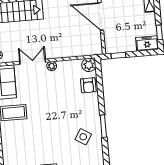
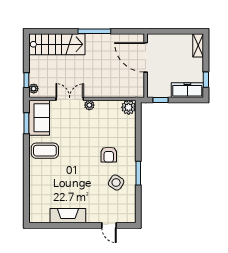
freezer: (147, 44) -> (187, 90), width x1.40
armchair: (88, 85) -> (109, 155), moved

